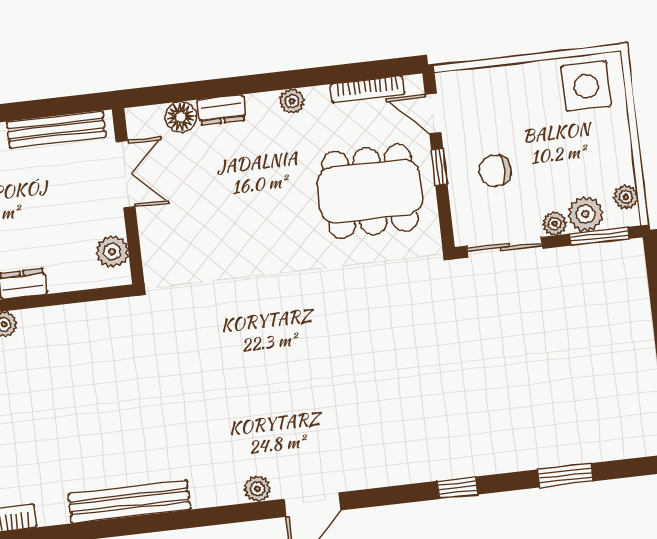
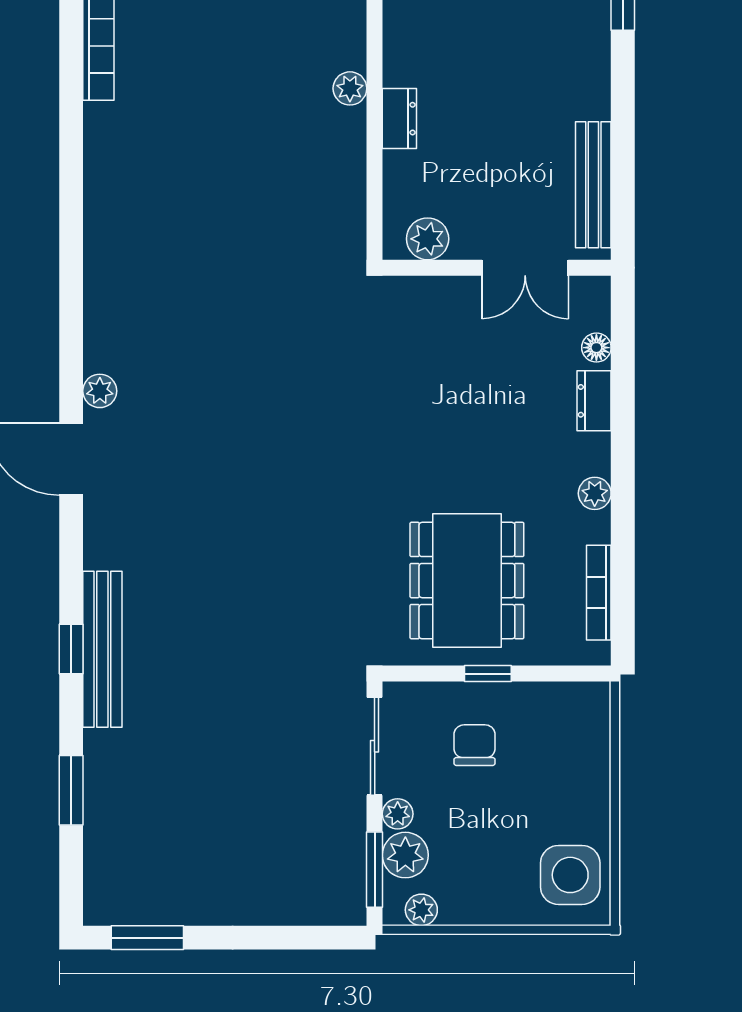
door: (433, 113) -> (558, 674), removed
floor lamp: (181, 117) -> (596, 348), width x0.73, depth x0.73
bench: (129, 502) -> (102, 649), moved

